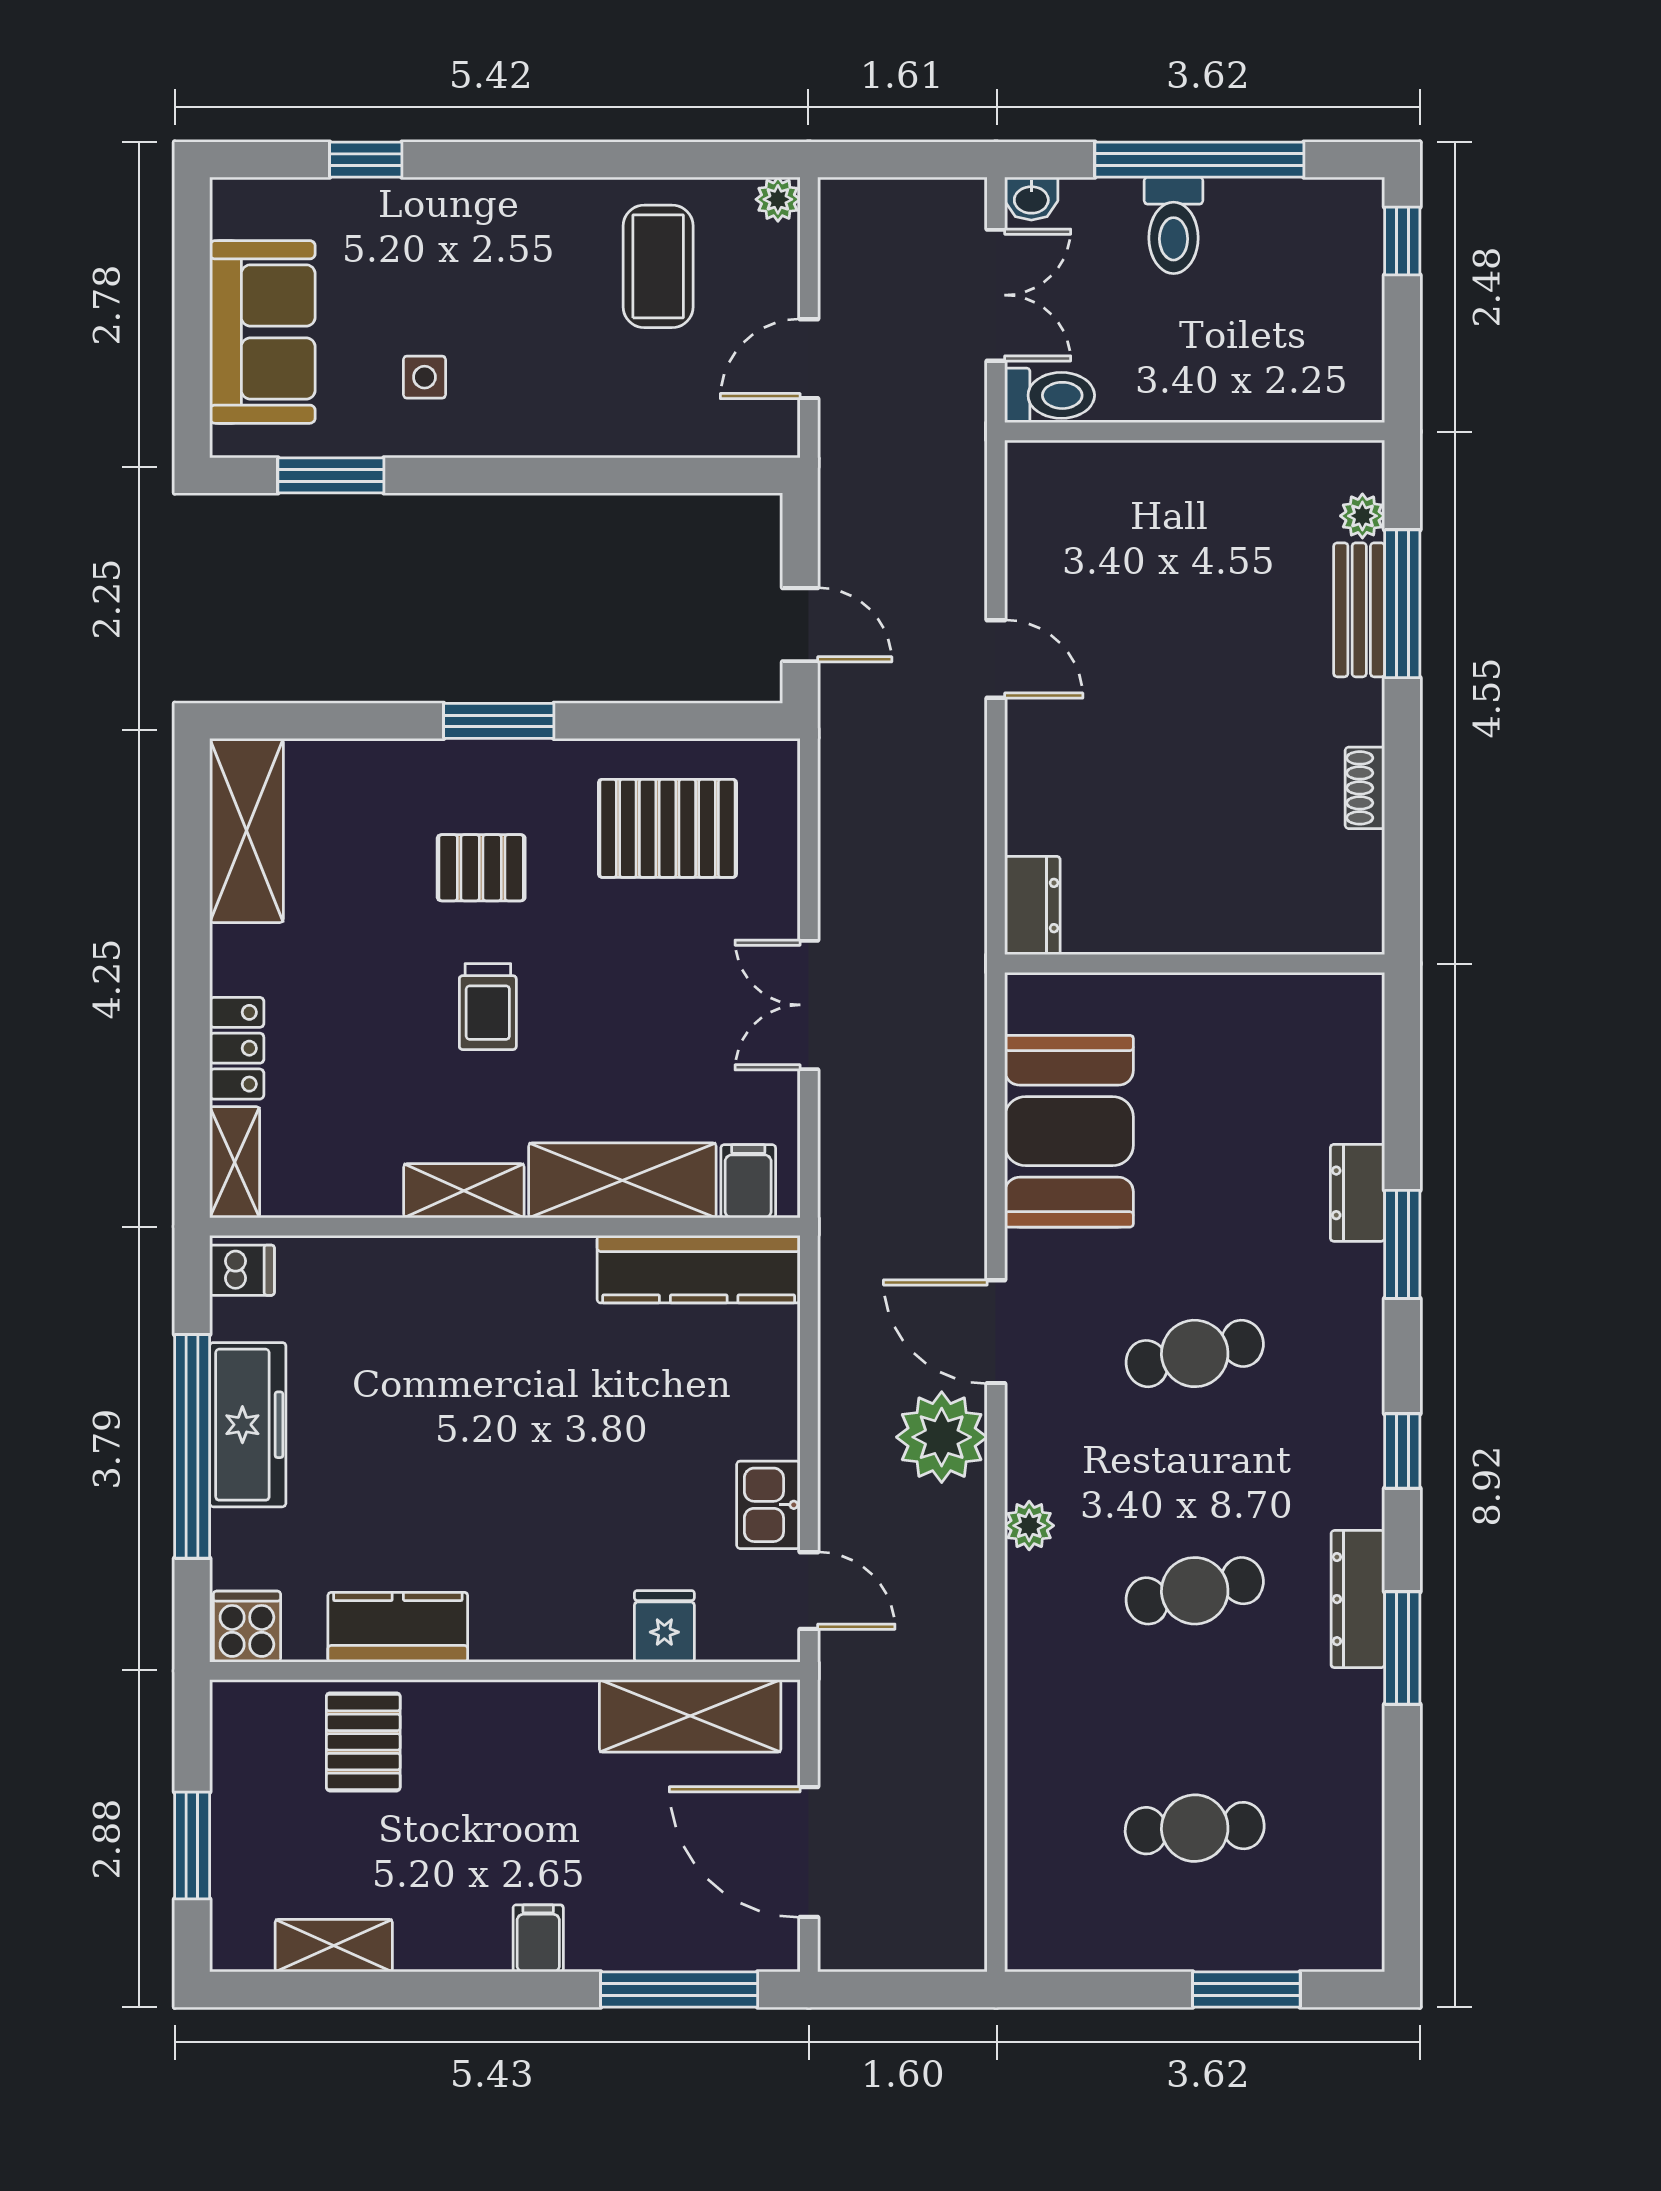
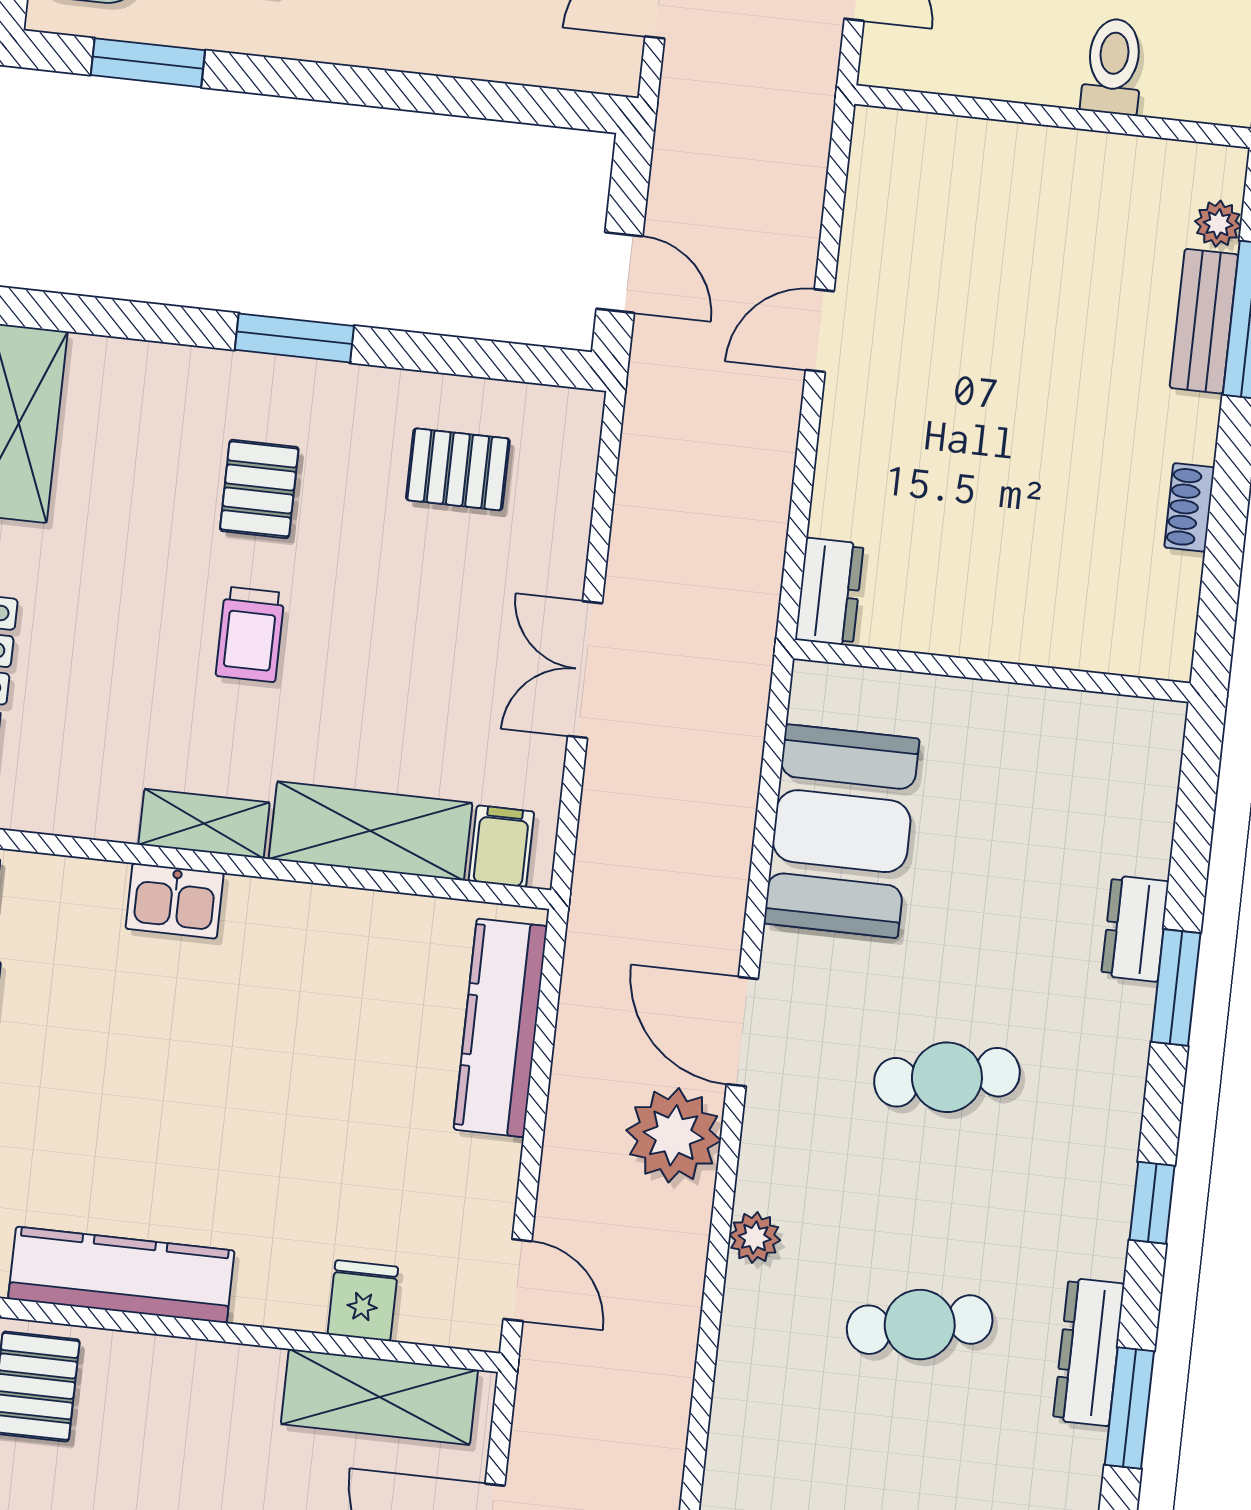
toilet: (1050, 395) -> (1113, 66), moved, turned -90
door: (996, 659) -> (820, 331), swing flipped
pallet: (667, 828) -> (458, 469), width x0.67, depth x0.71
pallet: (481, 868) -> (259, 489), turned 90
kitchen counter: (699, 1269) -> (500, 1028), moved, turned 90
kitchen sink: (768, 1505) -> (175, 901), moved, turned -90
kitchen counter: (398, 1627) -> (121, 1275), width x1.50

